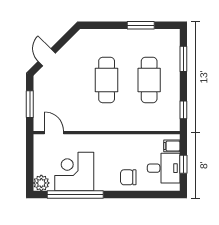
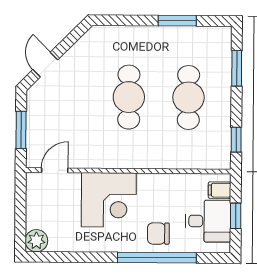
door: (54, 133) -> (55, 170), hinge flipped
corner desk: (74, 172) -> (109, 200), moved, turned 180
window: (75, 195) -> (157, 258), moved

